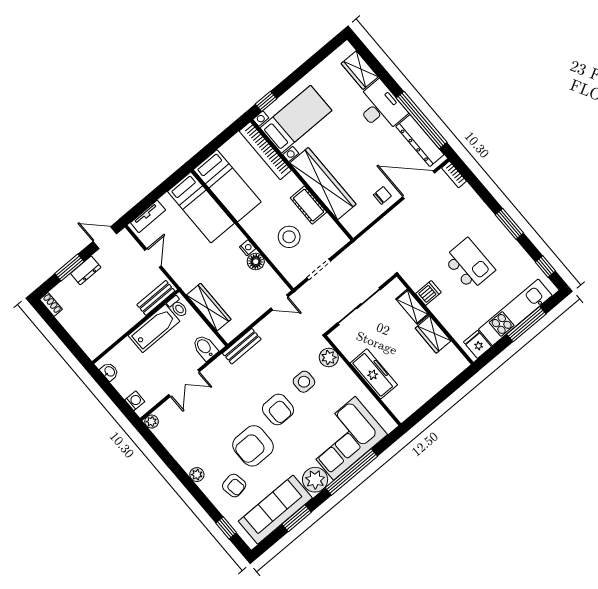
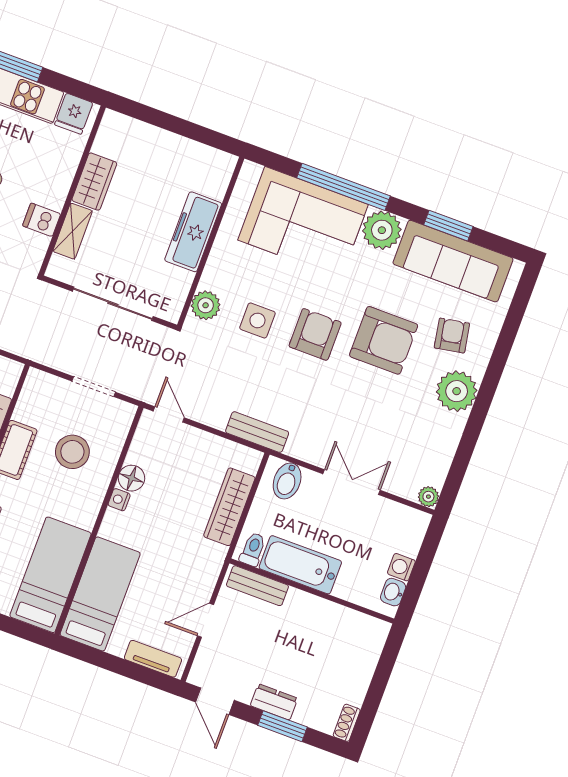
washing machine: (135, 401) -> (401, 567), moved
plant: (197, 475) -> (457, 391), width x1.87, depth x1.87
window: (226, 528) -> (515, 314), removed

